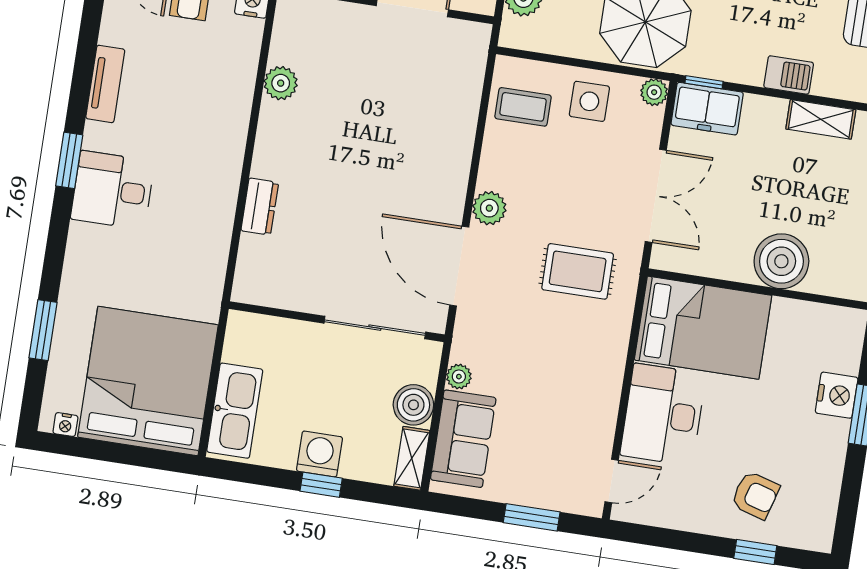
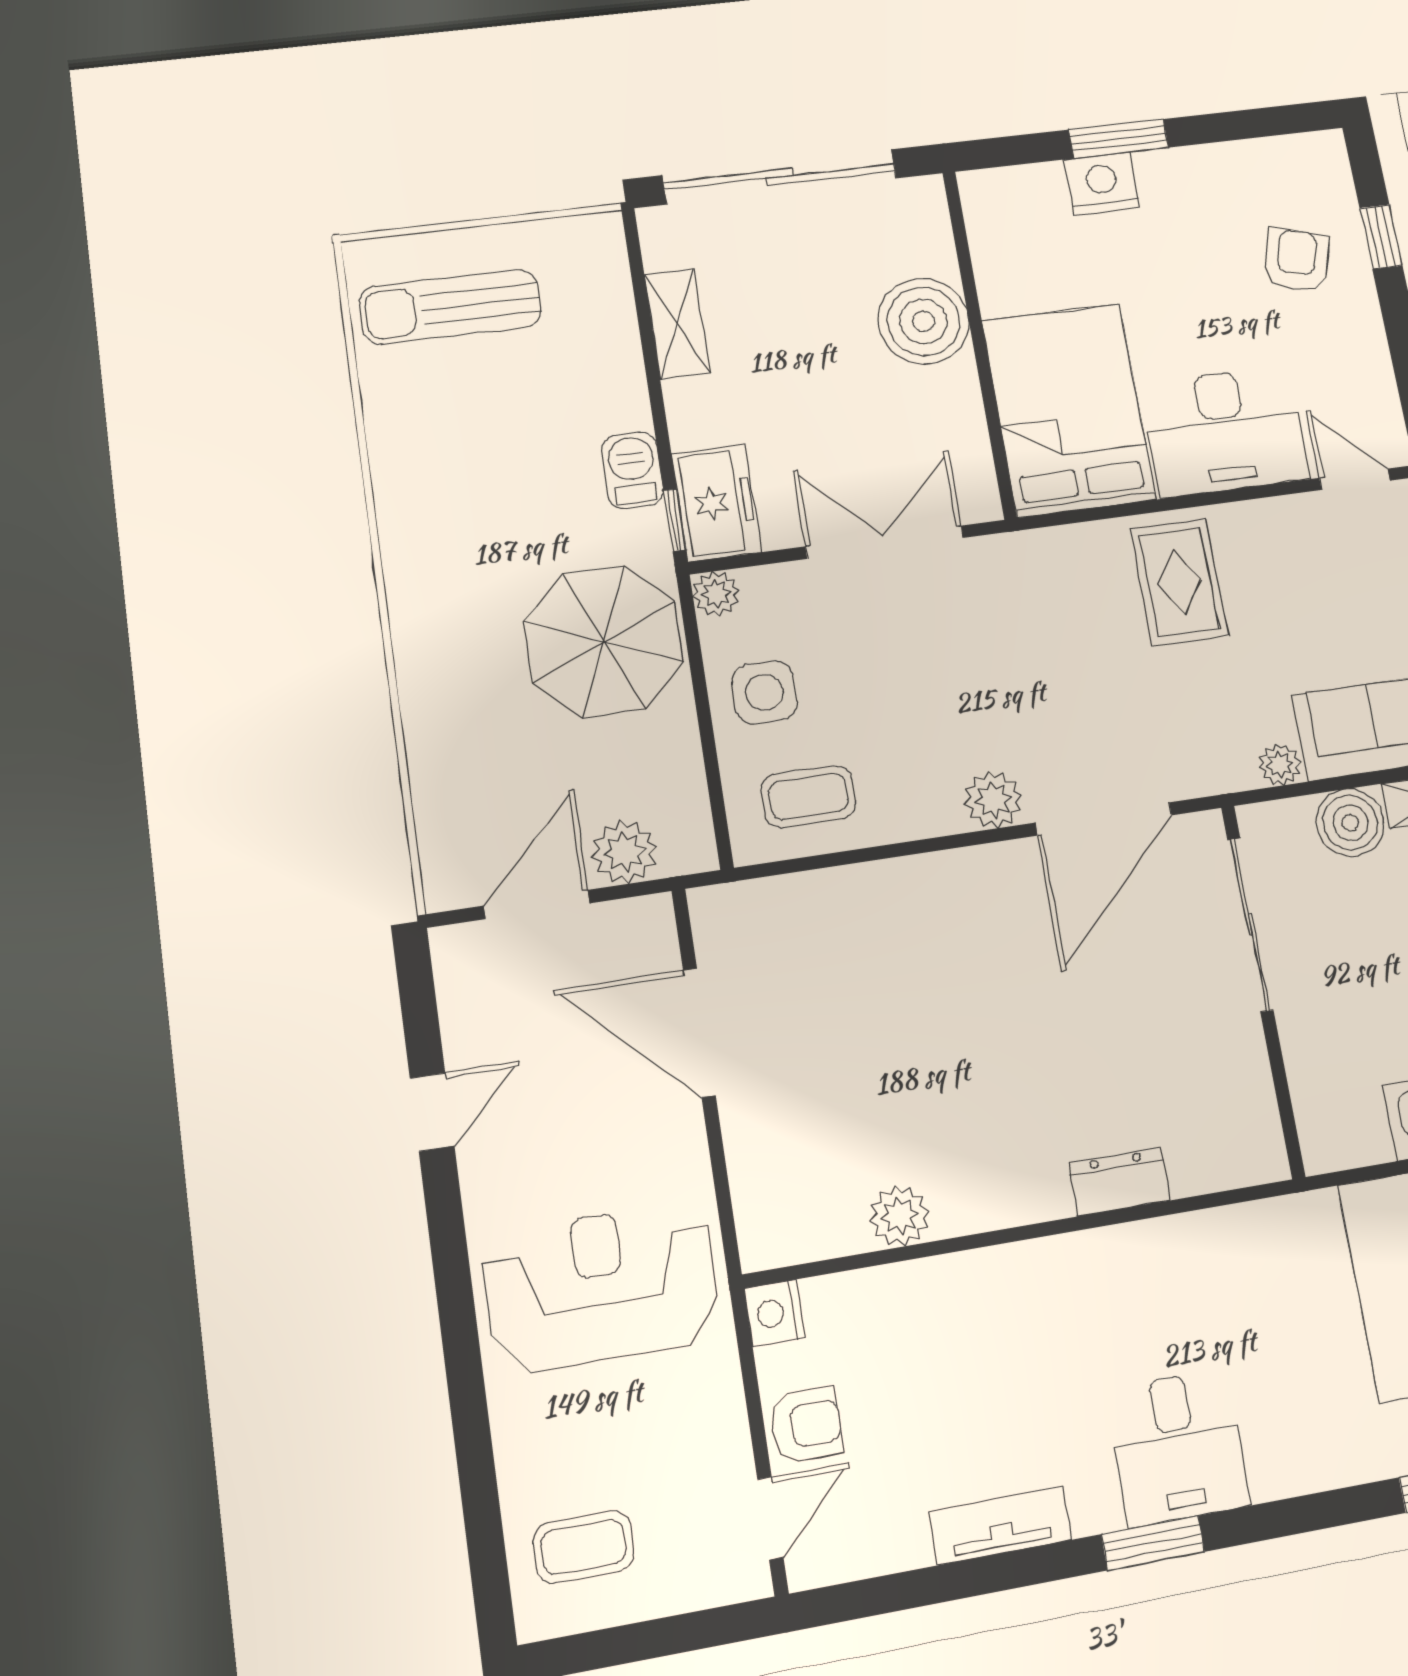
barbecue: (789, 75) -> (632, 470), moved
coffee table: (523, 107) -> (808, 796), turned 90
rug: (578, 271) -> (1179, 582), moved

